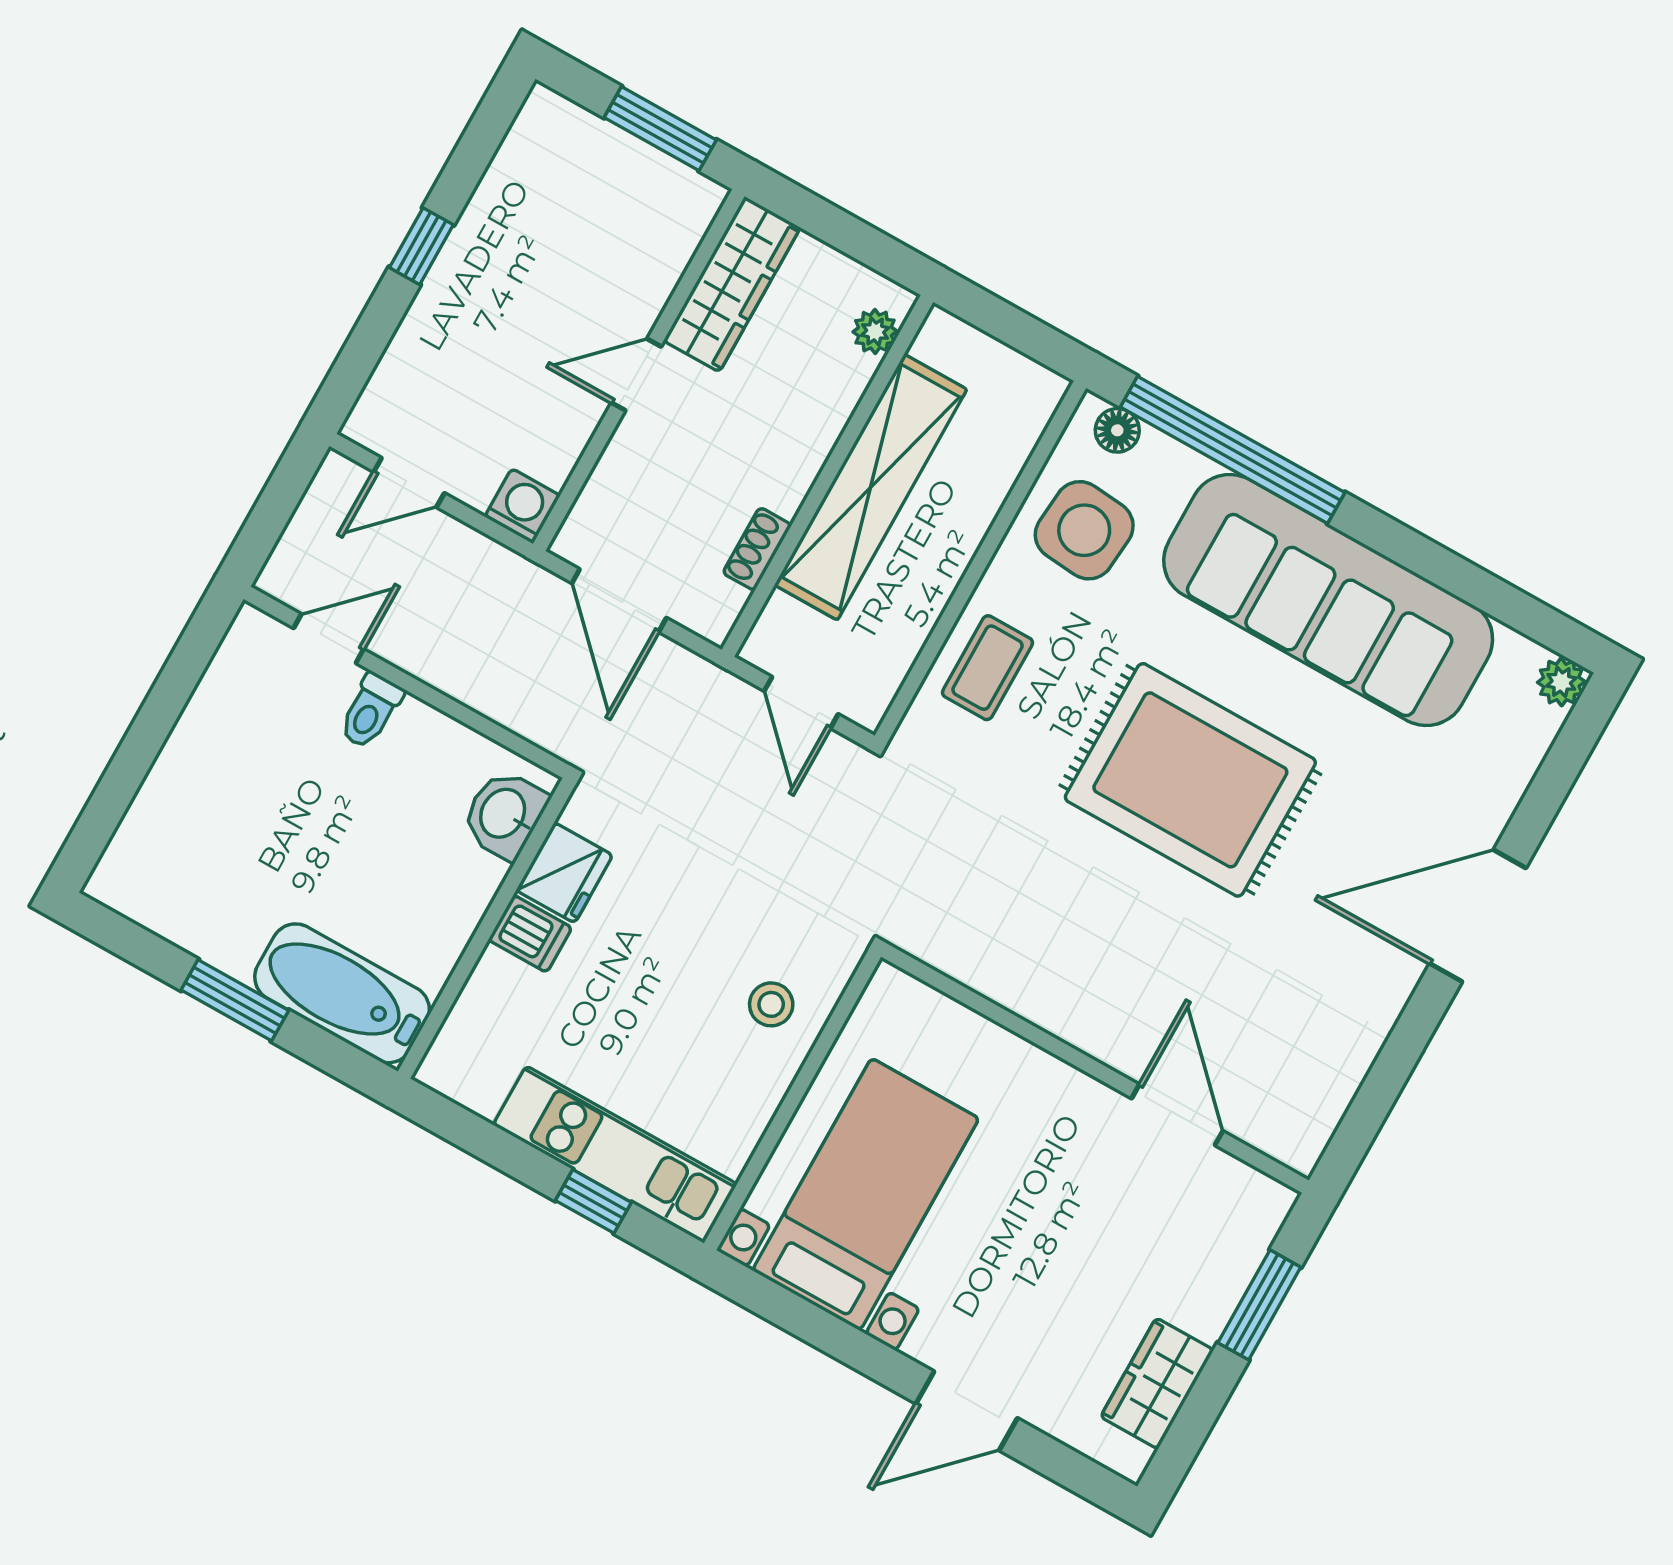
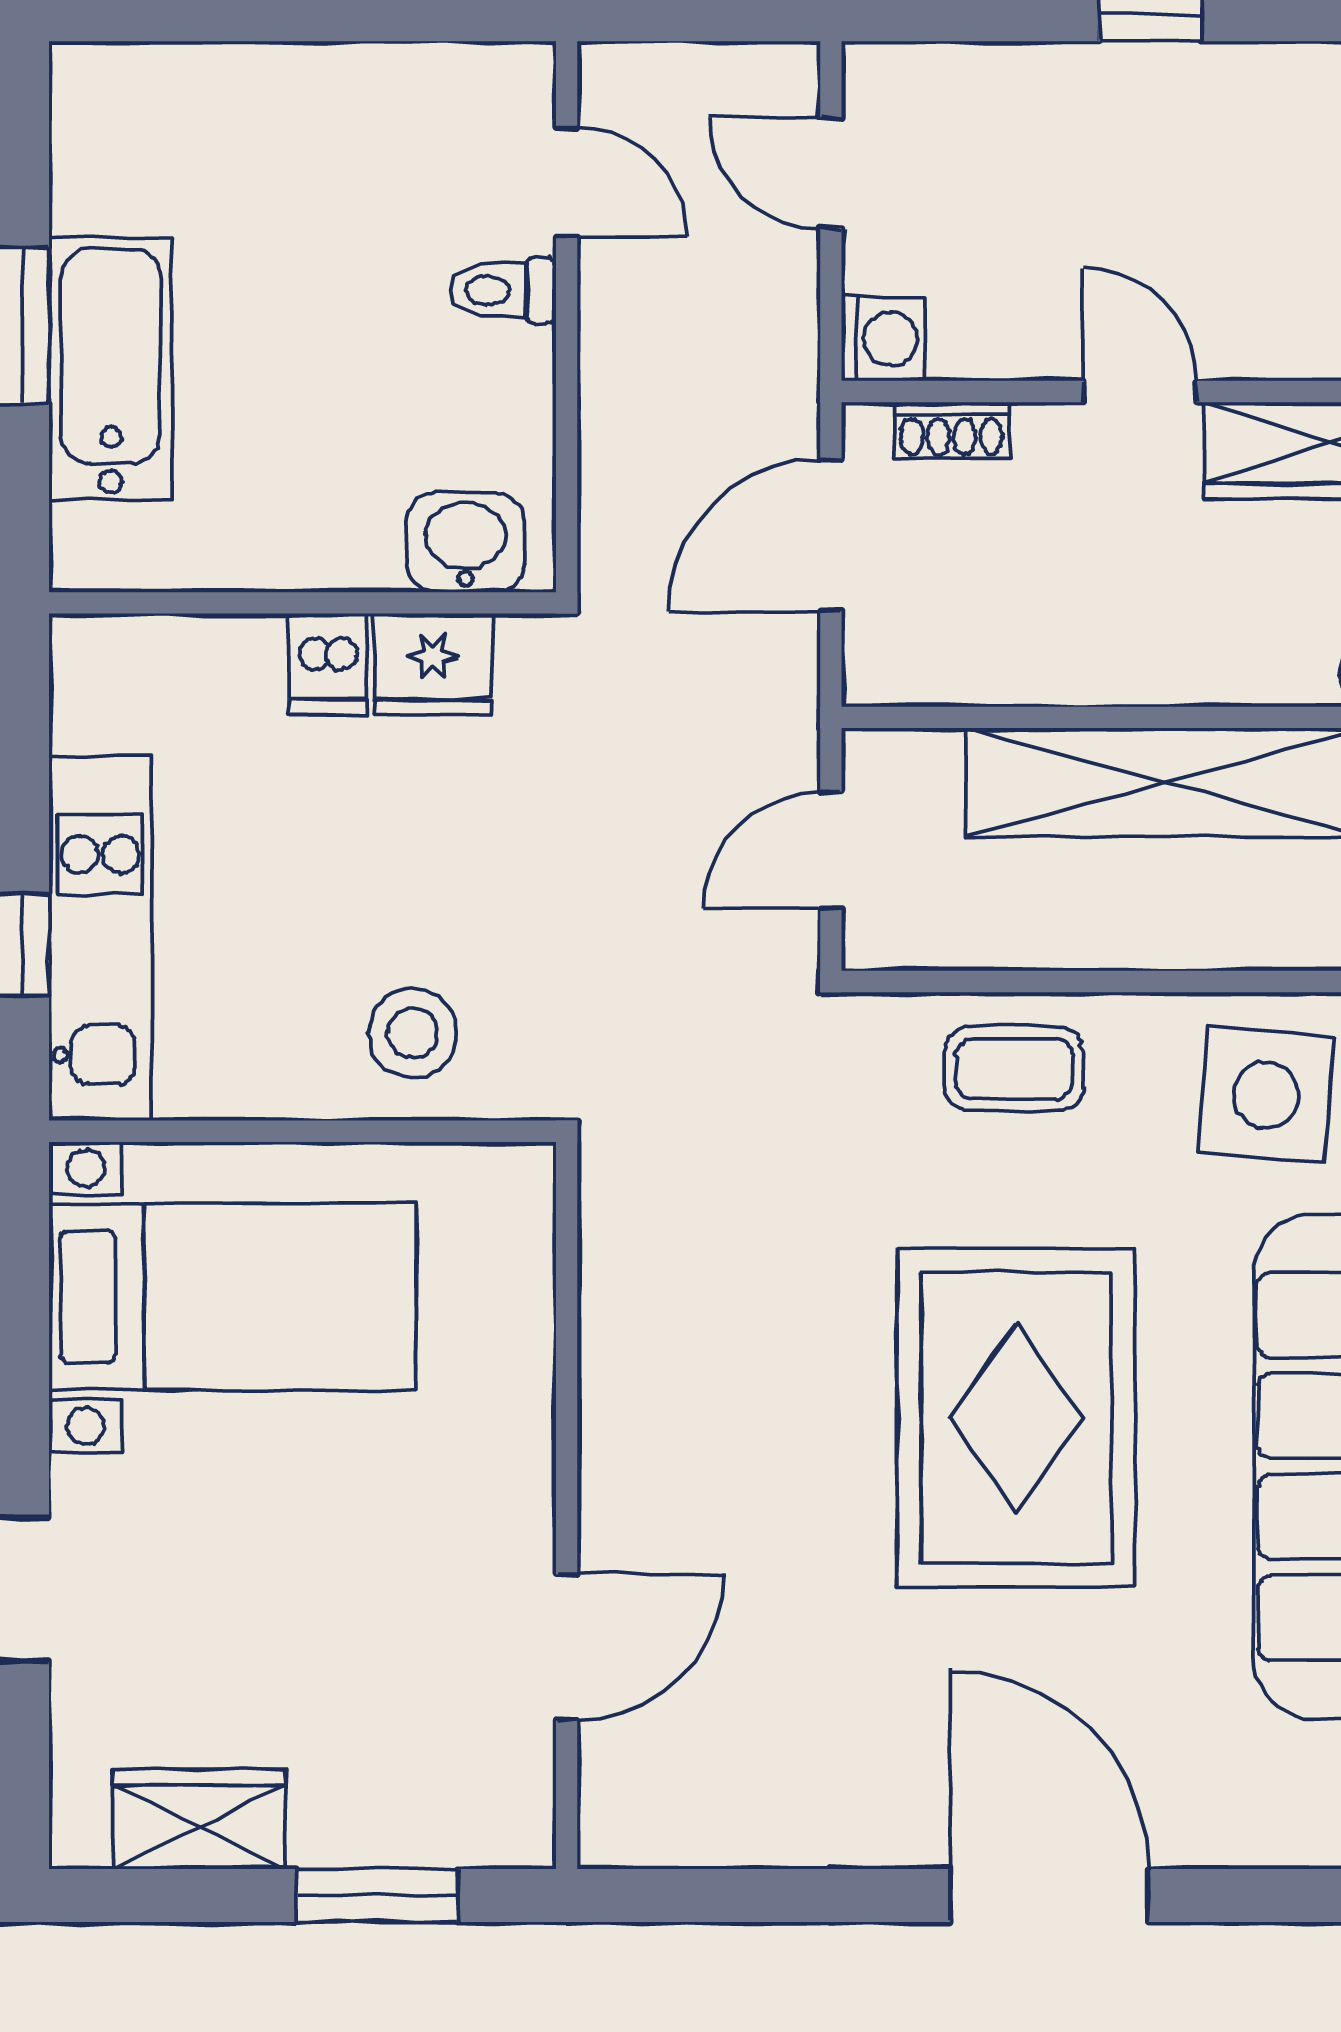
shoe rack: (757, 549) -> (952, 430), moved, turned 180
bathtub: (342, 993) -> (111, 369), moved
stool: (771, 1004) -> (412, 1033), width x1.37, depth x1.37

